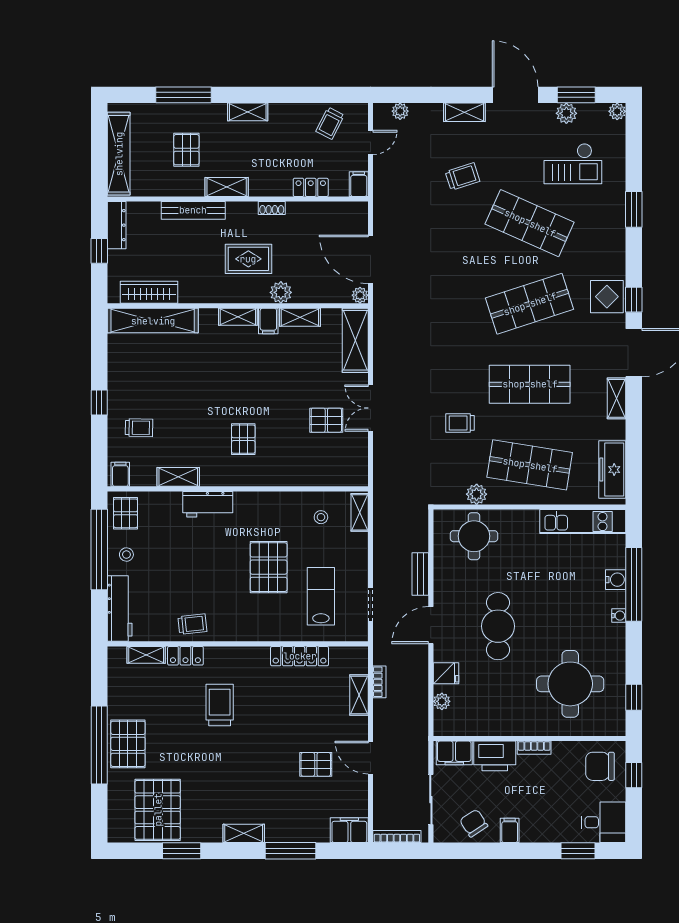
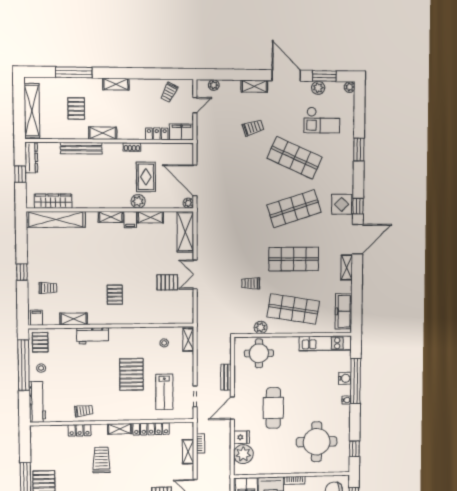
filing cabinet: (359, 184) -> (181, 132), width x2.00
rug: (248, 259) -> (146, 177), moved, turned 90
lab bench: (321, 596) -> (164, 392), turned 180
shelving: (146, 655) -> (120, 429), moved
plant: (442, 701) -> (243, 454), width x1.88, depth x1.88

